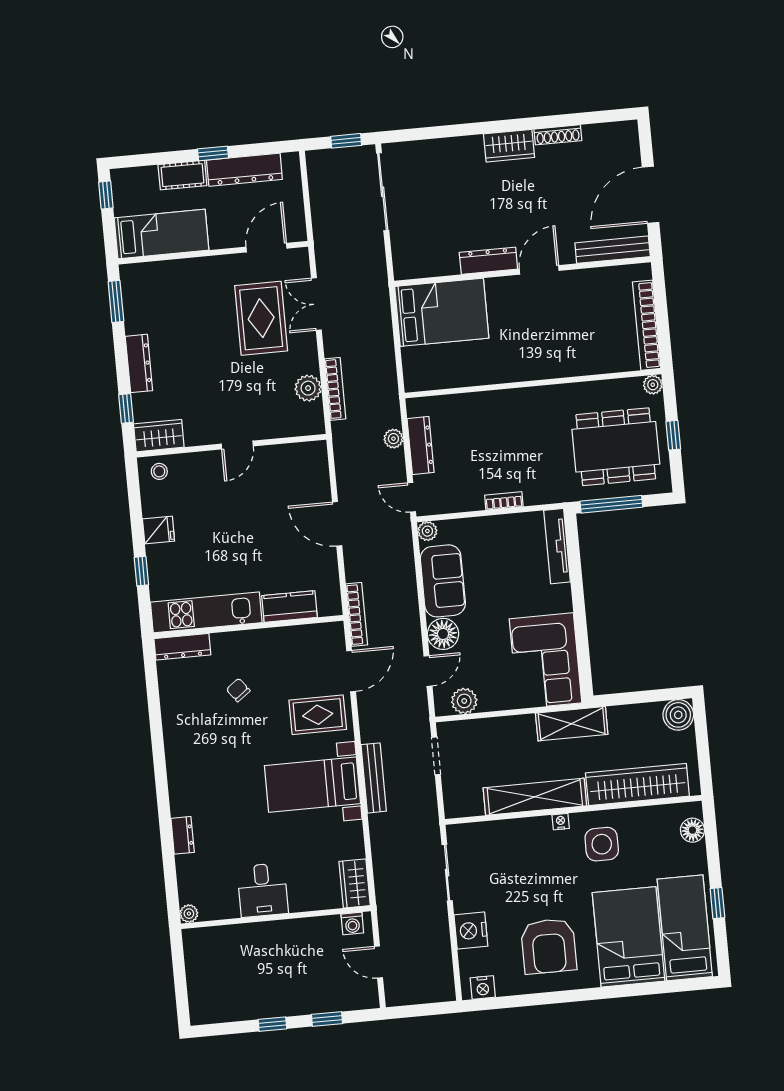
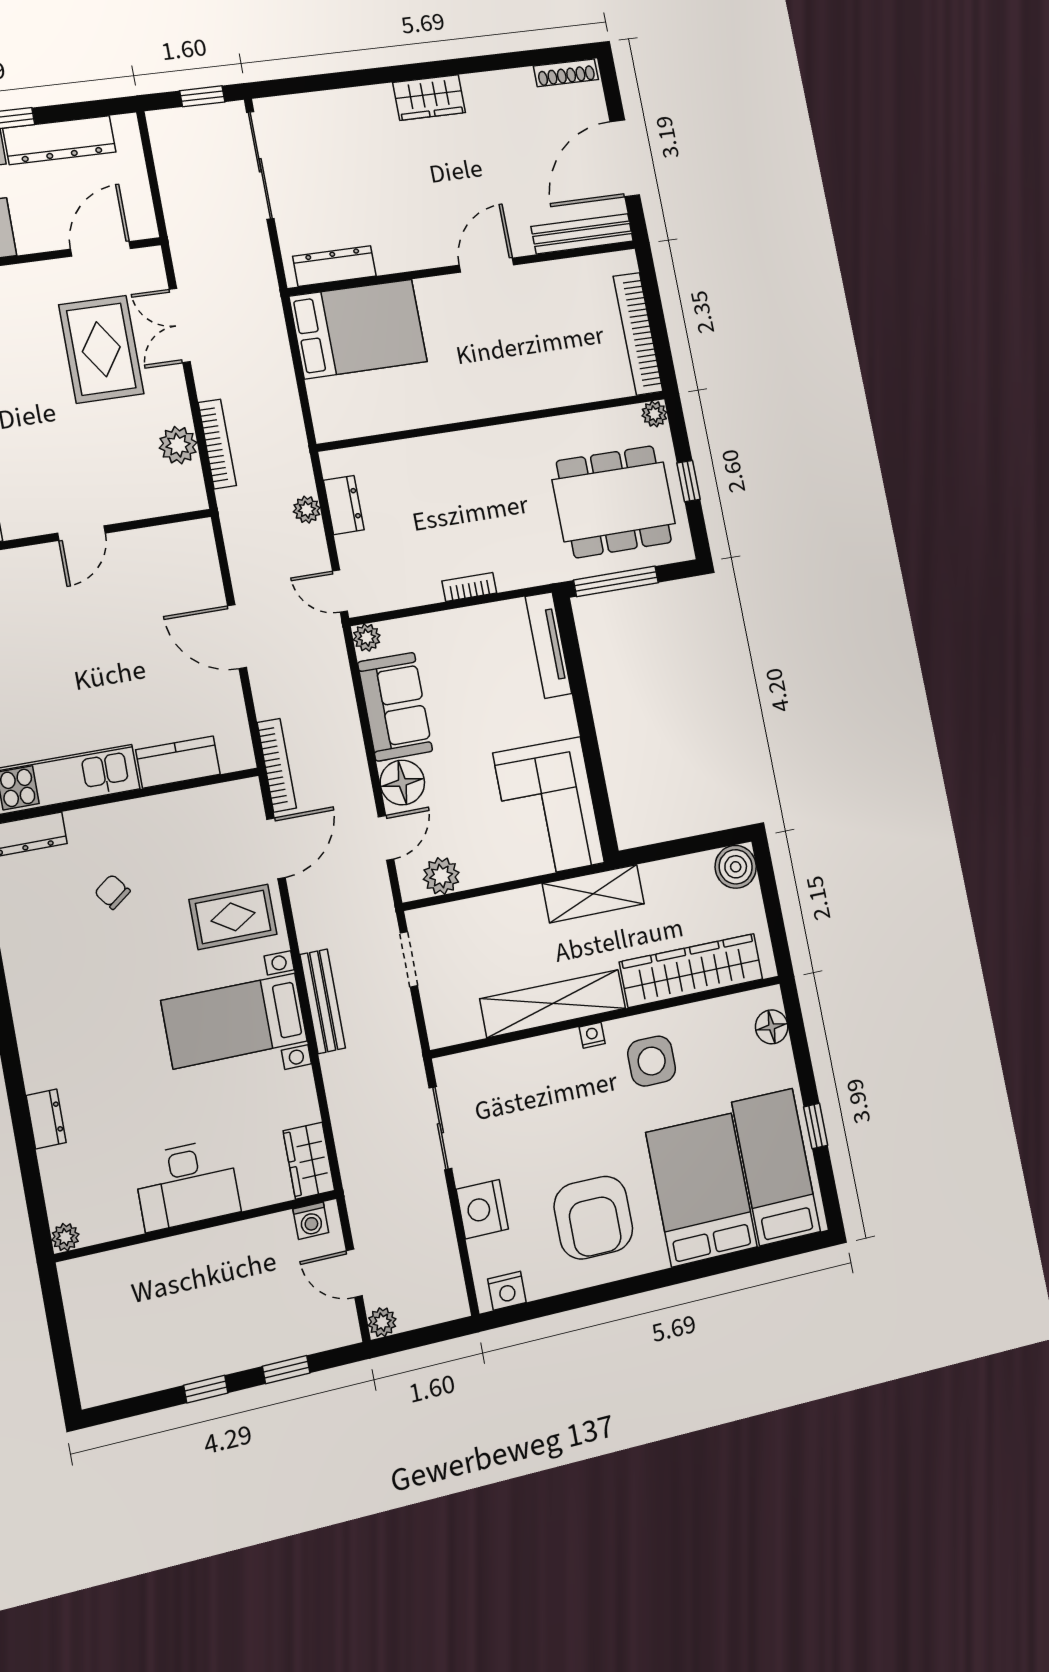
shoe rack: (558, 135) -> (566, 73), moved
dresser: (488, 261) -> (335, 266), moved
dresser: (421, 446) -> (344, 505), width x0.70
desk: (263, 890) -> (187, 1184), width x1.37
plant: (395, 997) -> (382, 1322), added

